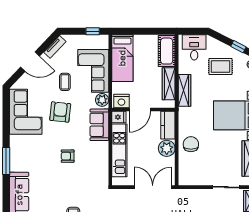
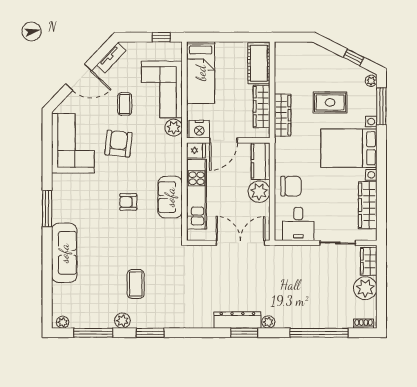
desk: (194, 47) -> (298, 224), moved, turned 180
rug: (221, 66) -> (330, 102), moved
sofa: (99, 125) -> (170, 197), moved
chair: (191, 144) -> (291, 186), turned 90

